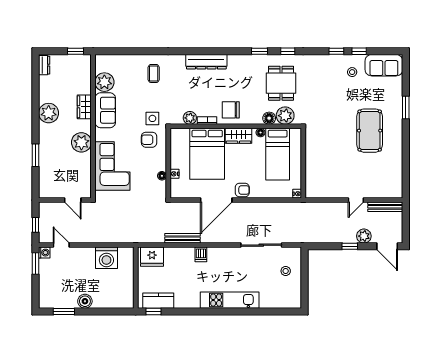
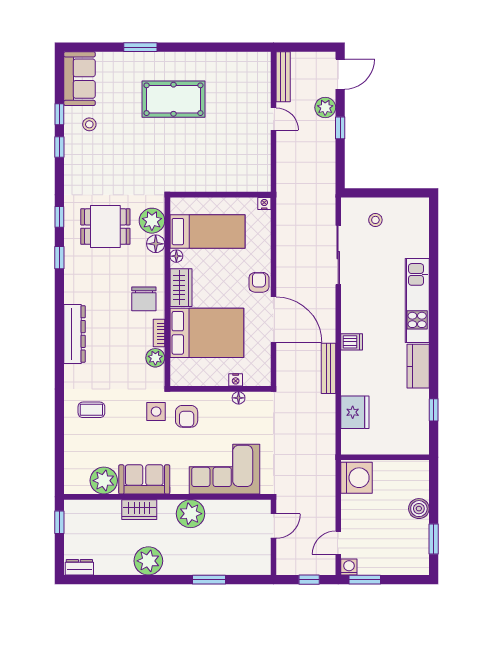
wall: (136, 278) -> (385, 457), moved
kitchen counter: (158, 301) -> (418, 366), moved

